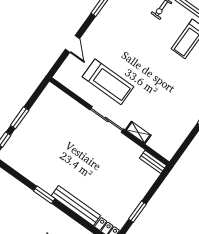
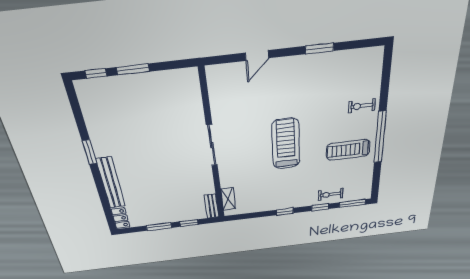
treadmill: (108, 82) -> (286, 144), moved, turned 180
shelving: (138, 132) -> (228, 199), moved
window: (153, 190) -> (189, 223), added

